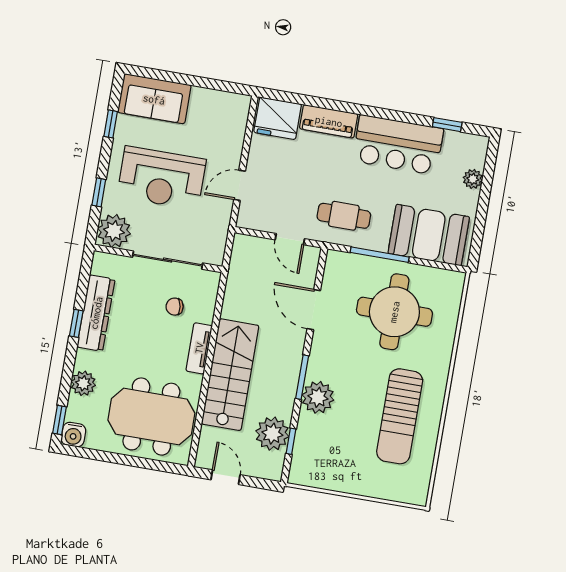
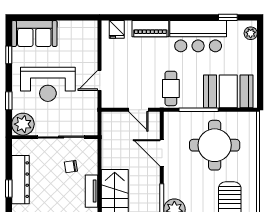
fridge: (278, 118) -> (117, 29), width x0.53, depth x0.75
plant: (473, 179) -> (251, 33), moved
cafe table: (344, 216) -> (171, 88), turned 90

